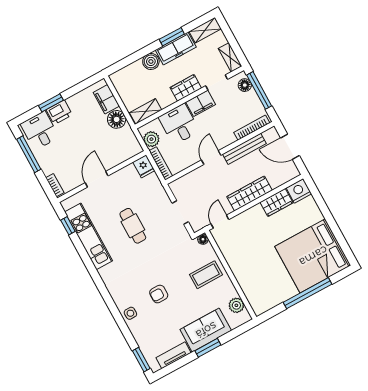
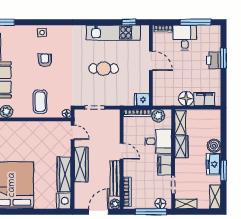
freezer: (176, 48) -> (214, 164), width x0.71
wardrobe: (186, 88) -> (181, 147), moved
desk: (40, 131) -> (185, 38), moved, turned -90
plant: (272, 134) -> (115, 204), added
wardrobe: (276, 203) -> (64, 174), width x1.50

